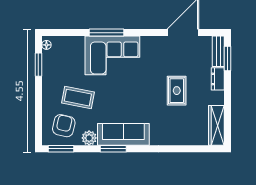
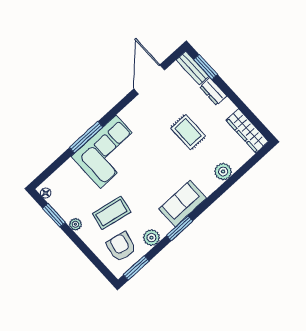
plant: (47, 83) -> (75, 224), added
sofa: (123, 134) -> (183, 204), width x0.73
plant: (176, 138) -> (223, 171), added

